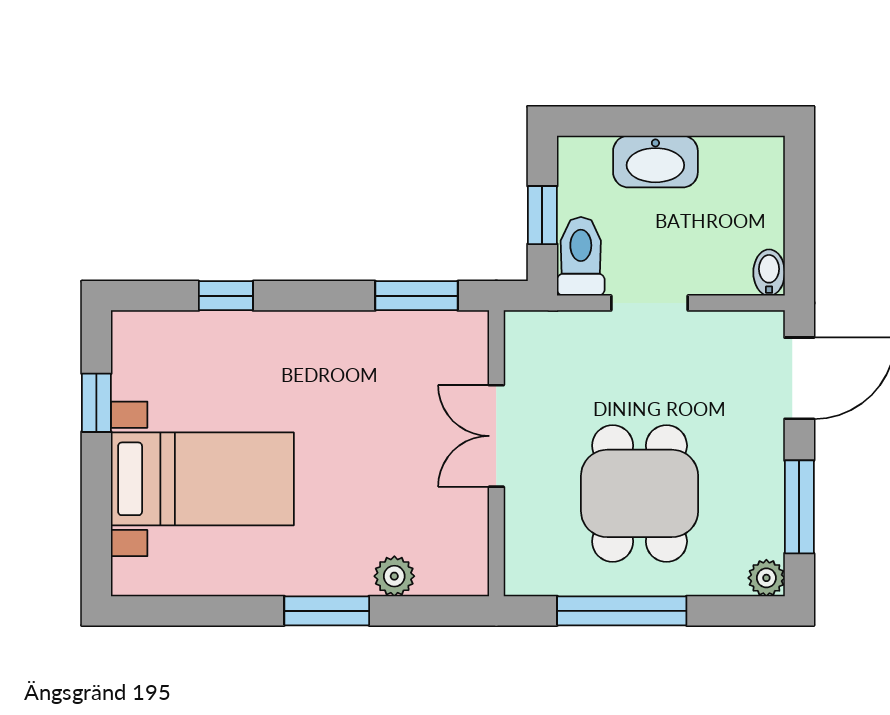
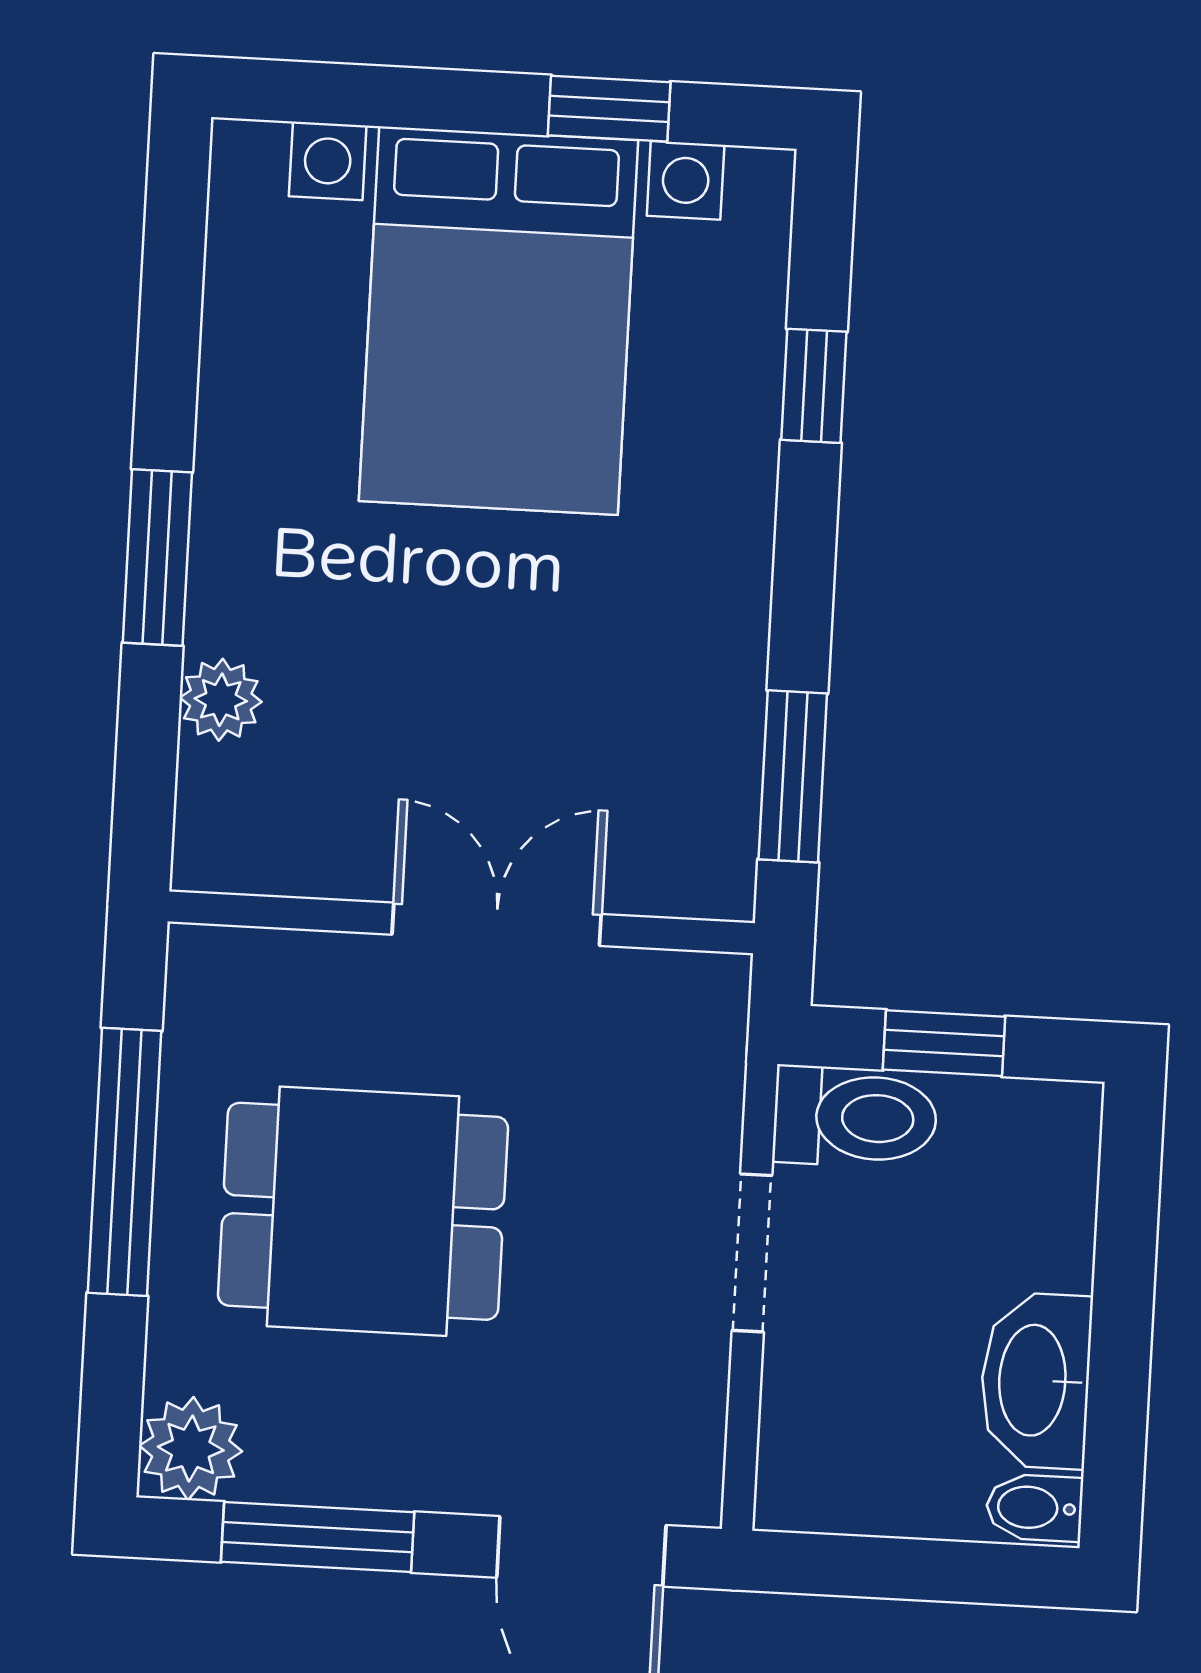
washbasin: (655, 162) -> (1036, 1380), moved
bidet: (769, 273) -> (1034, 1508), moved, turned 180
bed with nightstands: (202, 479) -> (499, 321), width x1.36
plant: (766, 578) -> (191, 1448), width x1.38, depth x1.38

